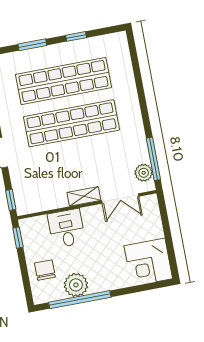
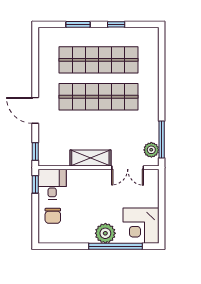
shelving: (84, 196) -> (90, 158), width x1.50, depth x1.33
desk: (66, 228) -> (52, 184), moved
chair: (45, 270) -> (53, 216), turned 180
plant: (76, 285) -> (105, 233), moved
window: (80, 300) -> (115, 246), moved

